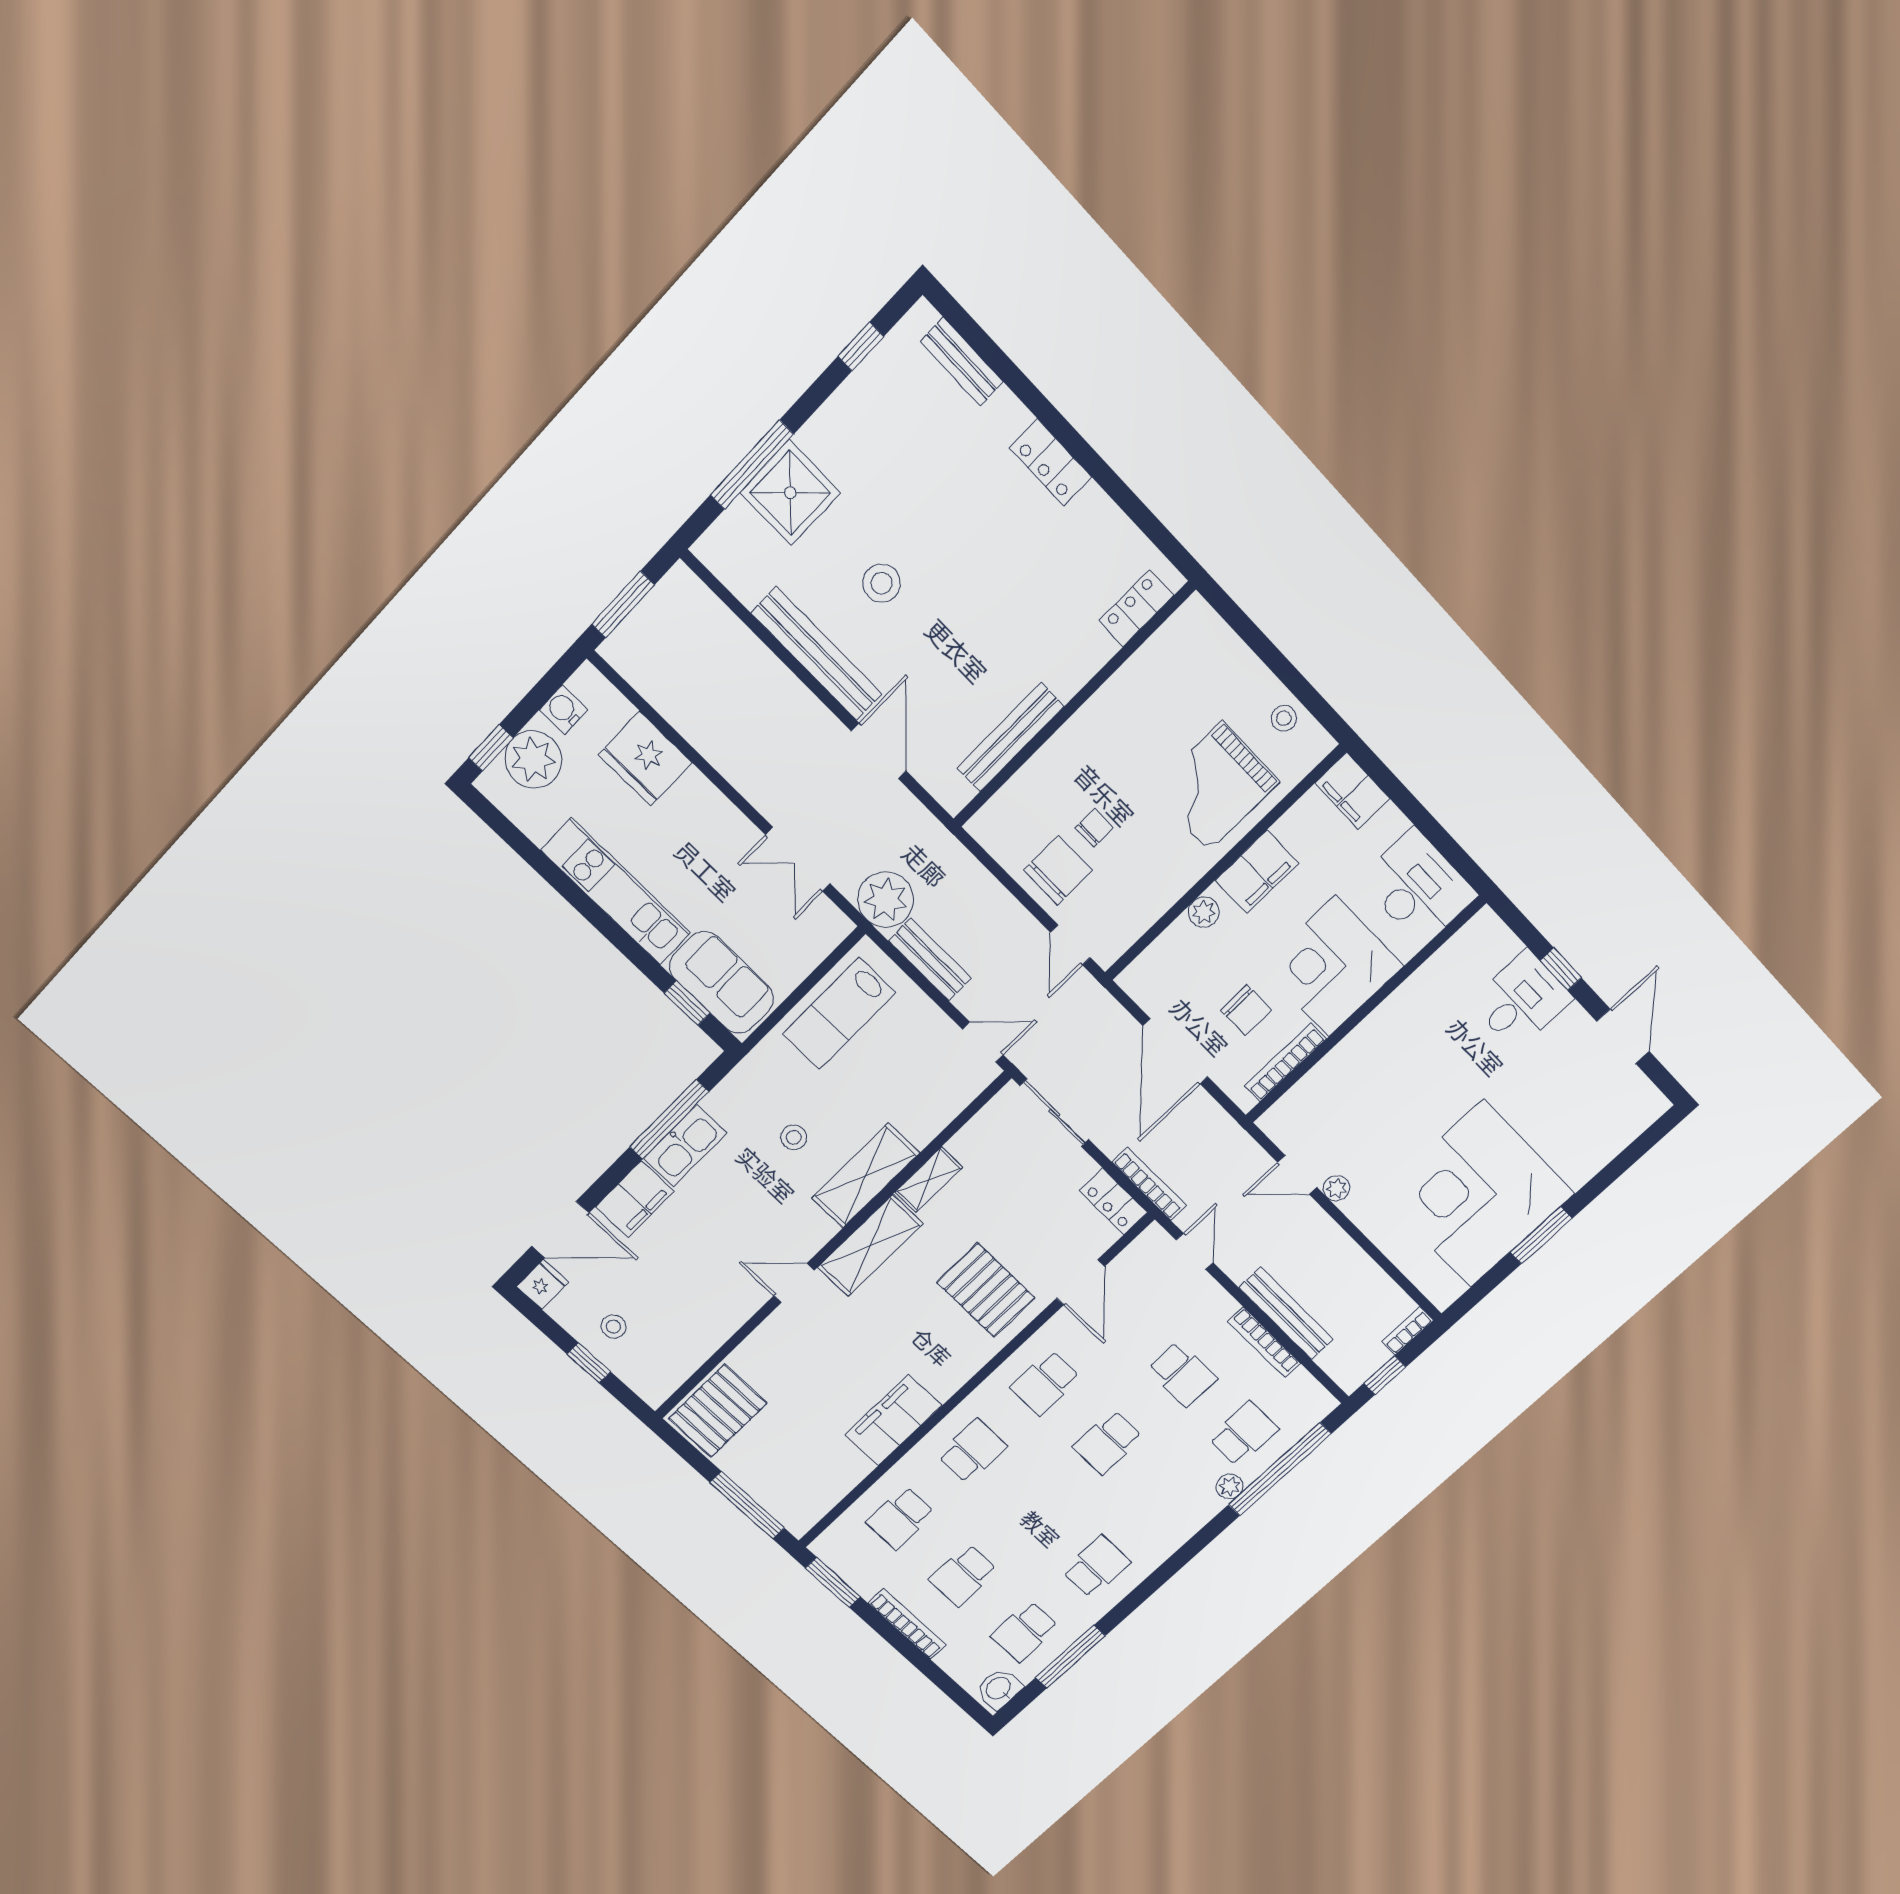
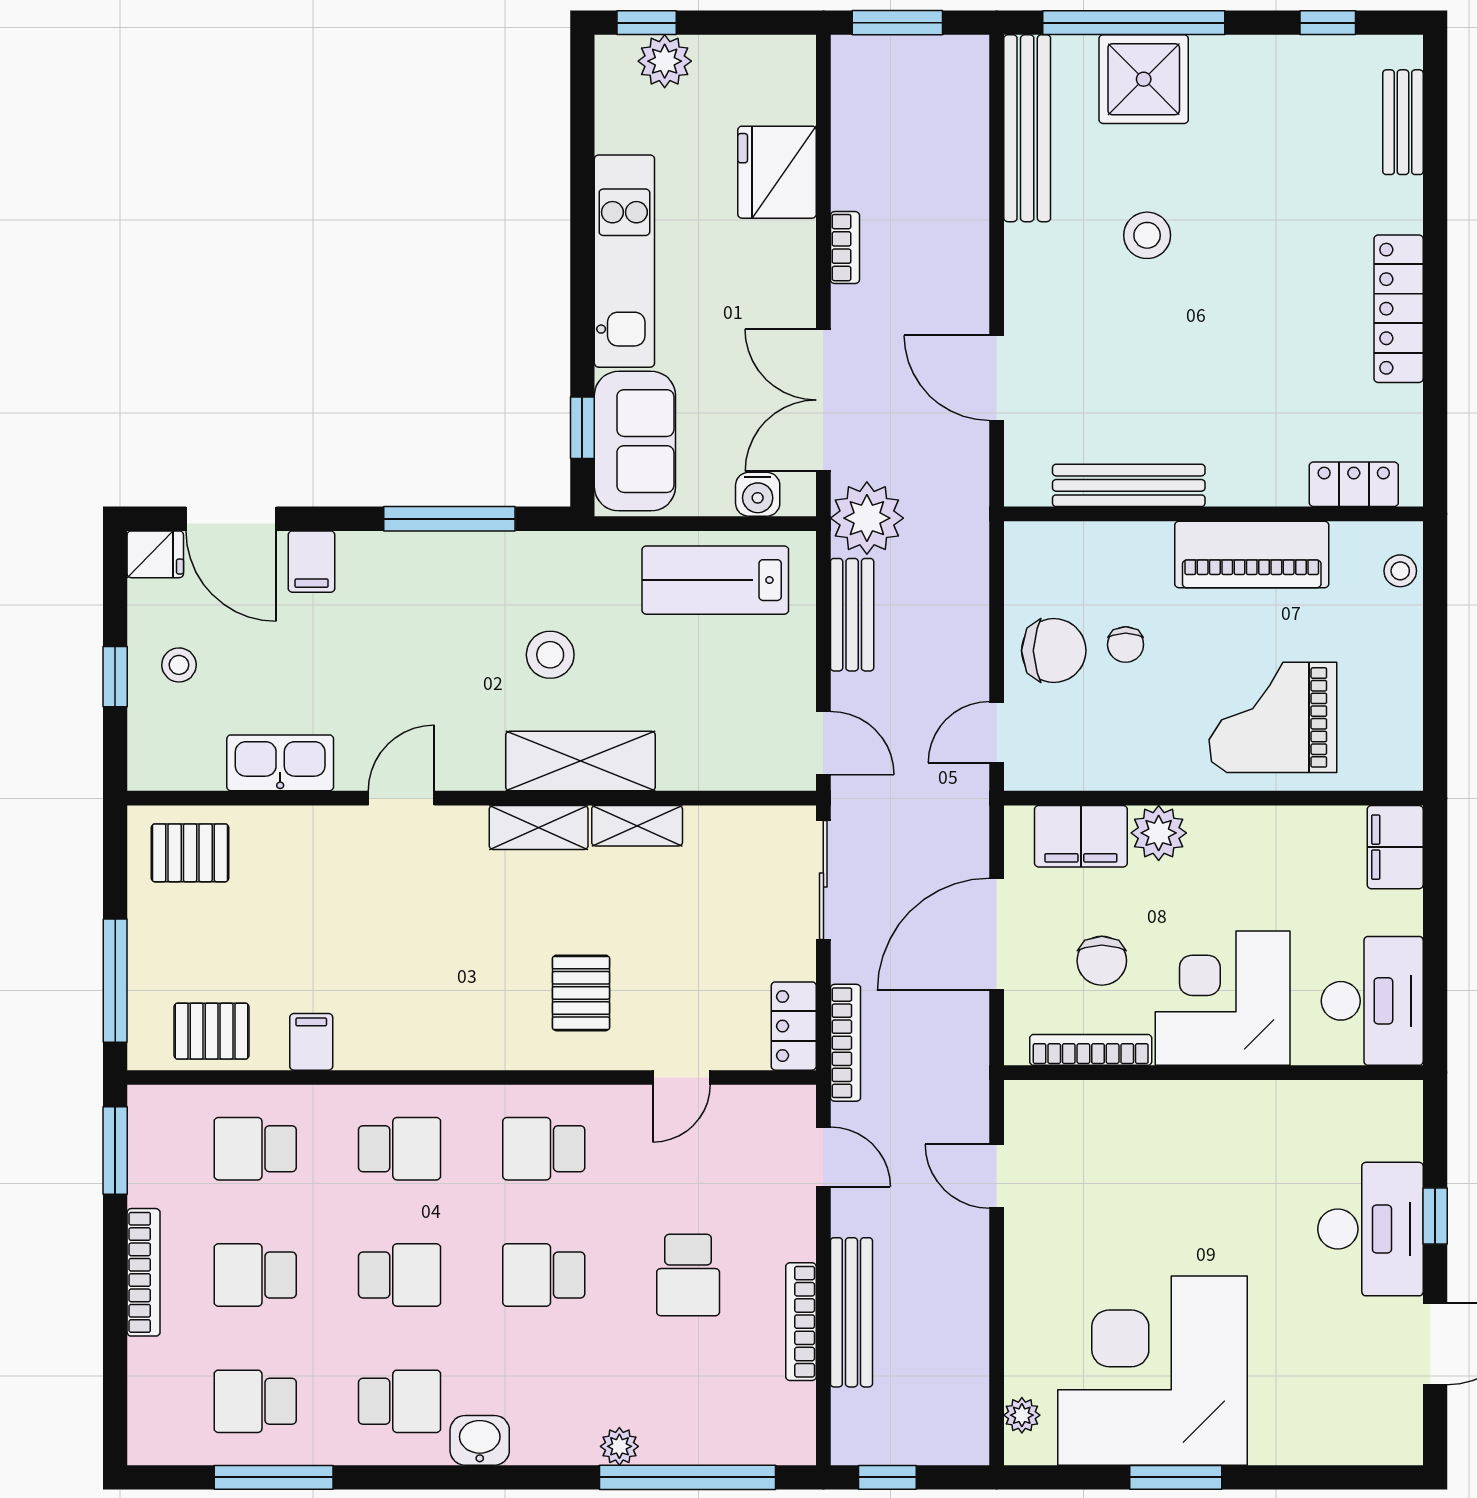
locker: (1051, 463) -> (1399, 309), width x1.53
window: (752, 465) -> (1134, 23), width x1.46
bench: (817, 654) -> (1027, 128), moved
piano: (1116, 707) -> (1252, 555), added
water cooler: (564, 710) -> (758, 494), moved, turned 180
stool: (1284, 718) -> (1400, 571), moved
door: (879, 751) -> (997, 378), swing flipped
plant: (533, 759) -> (665, 61), width x0.73, depth x0.73
chair: (1094, 828) -> (1126, 645), turned 90
double door: (798, 859) -> (823, 400), width x1.37
filing cabinet: (1257, 872) -> (1081, 836), moved
plant: (1204, 912) -> (1159, 833), width x1.38, depth x1.38
desk: (1521, 1000) -> (1370, 1229), width x1.37
stool: (794, 1137) -> (550, 655), width x1.37, depth x1.37
kitchen sink: (685, 1146) -> (280, 763), moved, turned 180
plant: (1337, 1188) -> (1022, 1415), moved
filing cabinet: (635, 1199) -> (312, 562), width x0.50
shelving: (870, 1246) -> (539, 828), width x0.67, depth x0.75
door: (1195, 1251) -> (823, 1157), hinge flipped
door: (1081, 1282) -> (681, 1078), width x0.73
door: (794, 1283) -> (401, 798), hinge flipped
pallet: (986, 1290) -> (581, 993), width x0.67, depth x0.71
bookcase: (1407, 1331) -> (845, 248), moved, turned 90
pallet: (718, 1411) -> (190, 853), width x0.67, depth x0.71
filing cabinet: (893, 1420) -> (311, 1042), width x0.33, depth x0.86
school desk: (1244, 1434) -> (400, 1275), moved
pallet: (820, 1484) -> (212, 1031), added
washbasin: (999, 1689) -> (480, 1440), moved

